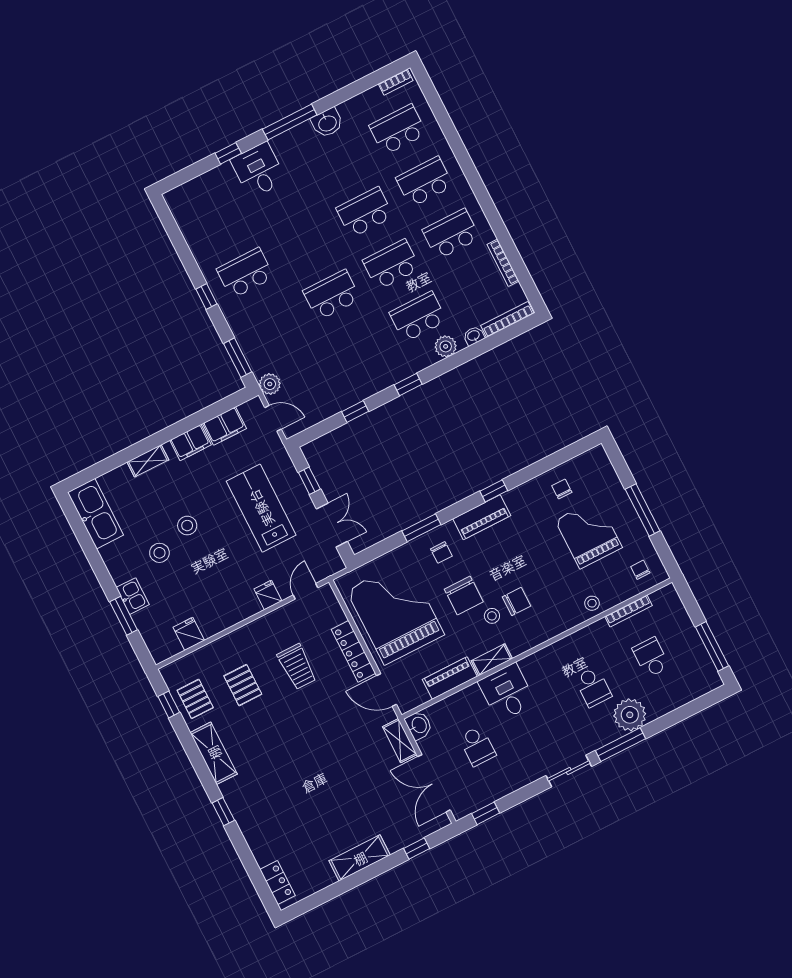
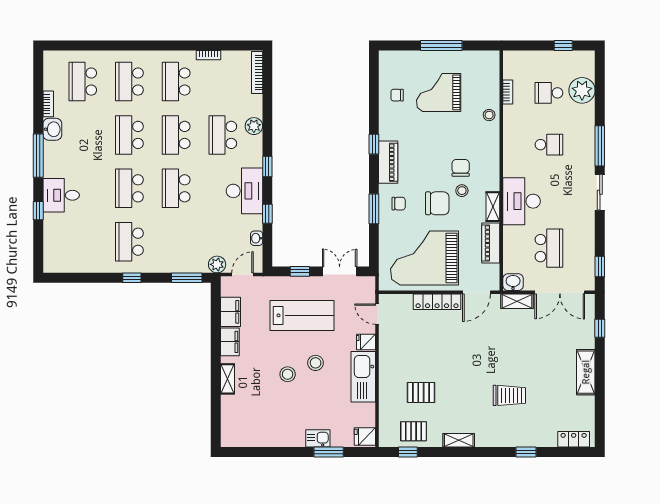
bookcase: (396, 82) -> (48, 104), moved
school desk: (305, 243) -> (129, 188), added
bookcase: (503, 263) -> (208, 55), width x0.64
washbasin: (474, 336) -> (257, 238), moved
desk: (368, 373) -> (244, 191), added
lab bench: (261, 508) -> (302, 315), turned 180
kitchen sink: (96, 514) -> (363, 377), moved, turned -90
stool: (159, 553) -> (316, 363), moved
chair: (640, 570) -> (483, 69), removed
bookcase: (628, 611) -> (508, 92), width x0.64
fridge: (189, 634) -> (365, 436), moved
window: (712, 646) -> (563, 45), width x0.46
trolley: (297, 667) -> (509, 395), moved
desk: (507, 692) -> (522, 201), width x1.37
plant: (630, 715) -> (582, 90), moved
school desk: (477, 746) -> (549, 248), width x1.85
shelving: (214, 753) -> (459, 440), width x0.67, depth x0.75
window: (223, 812) -> (526, 452), moved

